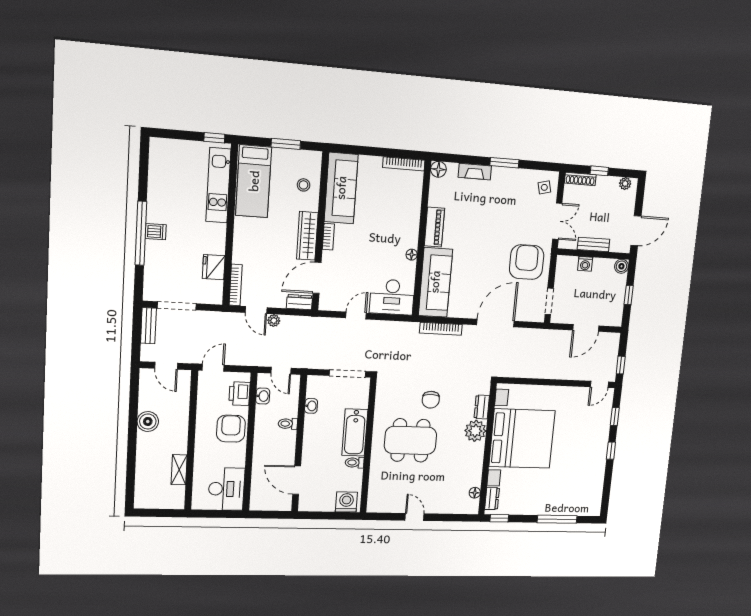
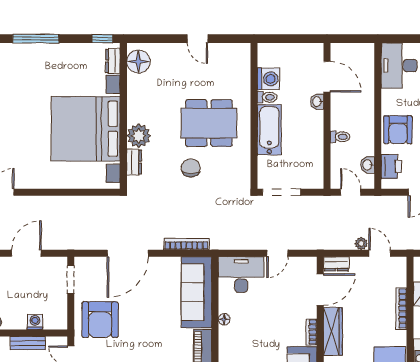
bookcase: (236, 285) -> (401, 309), moved
washbasin: (311, 406) -> (317, 102), moved
floor lamp: (475, 493) -> (138, 62), width x1.89, depth x1.89
washing machine: (346, 502) -> (268, 79), moved, turned -90

